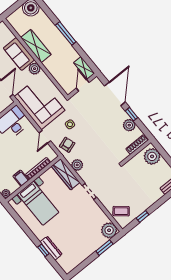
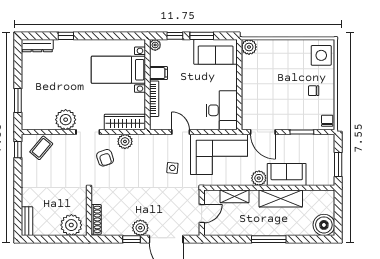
shelving: (84, 68) -> (235, 196), moved
door: (83, 85) -> (202, 214), hinge flipped
plant: (129, 125) -> (140, 228), moved
armchair: (67, 145) -> (105, 158), moved
window: (143, 216) -> (18, 150), moved
plant: (109, 230) -> (66, 120), moved
dresser: (51, 248) -> (37, 46), moved

